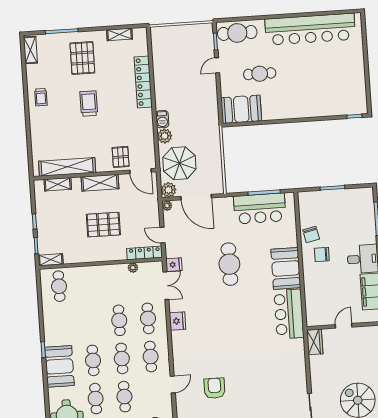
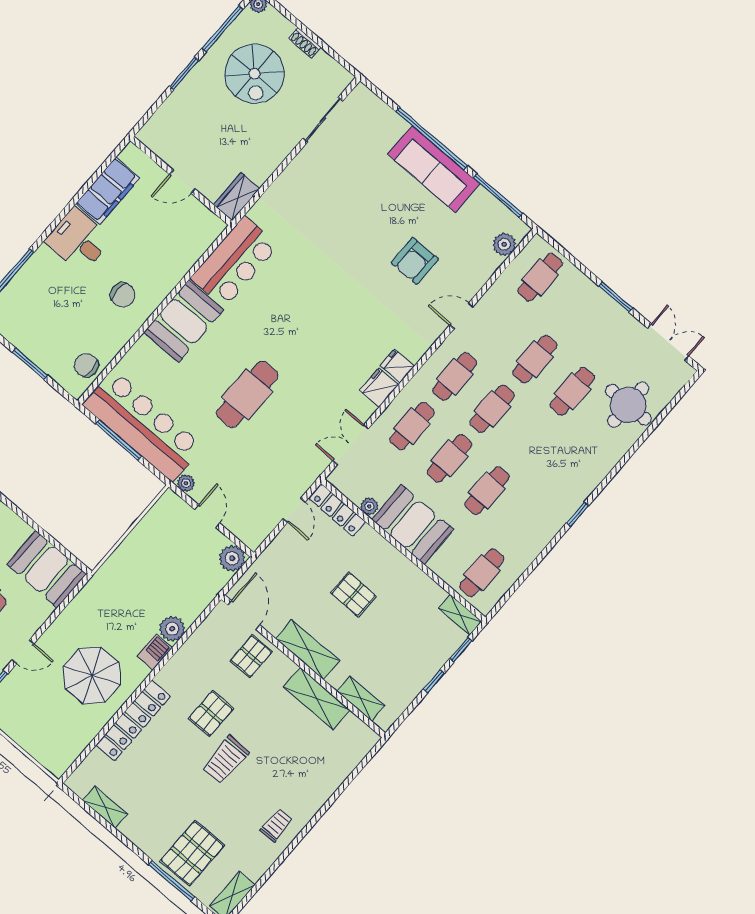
pallet: (82, 58) -> (192, 853), moved
pallet: (114, 117) -> (211, 713), added
parasol: (179, 163) -> (92, 675), moved
shelving: (67, 167) -> (317, 698), width x0.68
door: (196, 197) -> (207, 516), width x0.53
plant: (167, 206) -> (186, 483), moved
bar counter: (260, 209) -> (143, 426), width x1.36
pallet: (103, 225) -> (354, 594), width x0.67, depth x0.71
chair: (311, 234) -> (86, 365), moved, turned -78
fridge: (174, 265) -> (397, 366), moved
cafe table: (93, 360) -> (487, 491), moved
booth: (59, 366) -> (413, 524), moved, turned 90

